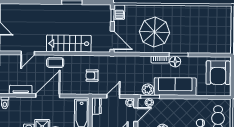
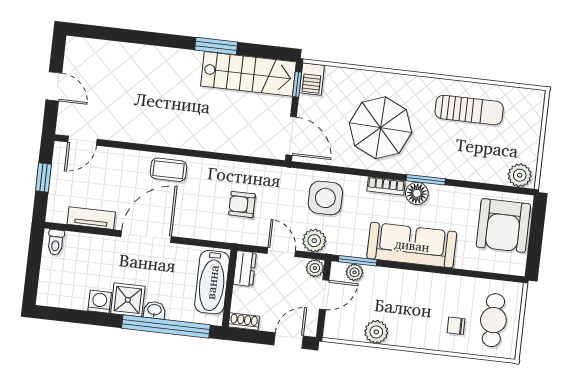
sun lounger: (196, 19) -> (469, 110), added
stairs: (69, 44) -> (248, 74), moved, turned 180
plant: (223, 48) -> (520, 175), added
door: (28, 53) -> (82, 141), moved
side table: (132, 68) -> (325, 198), added
plant: (148, 89) -> (314, 241), moved
door: (113, 96) -> (281, 252), hinge flipped

